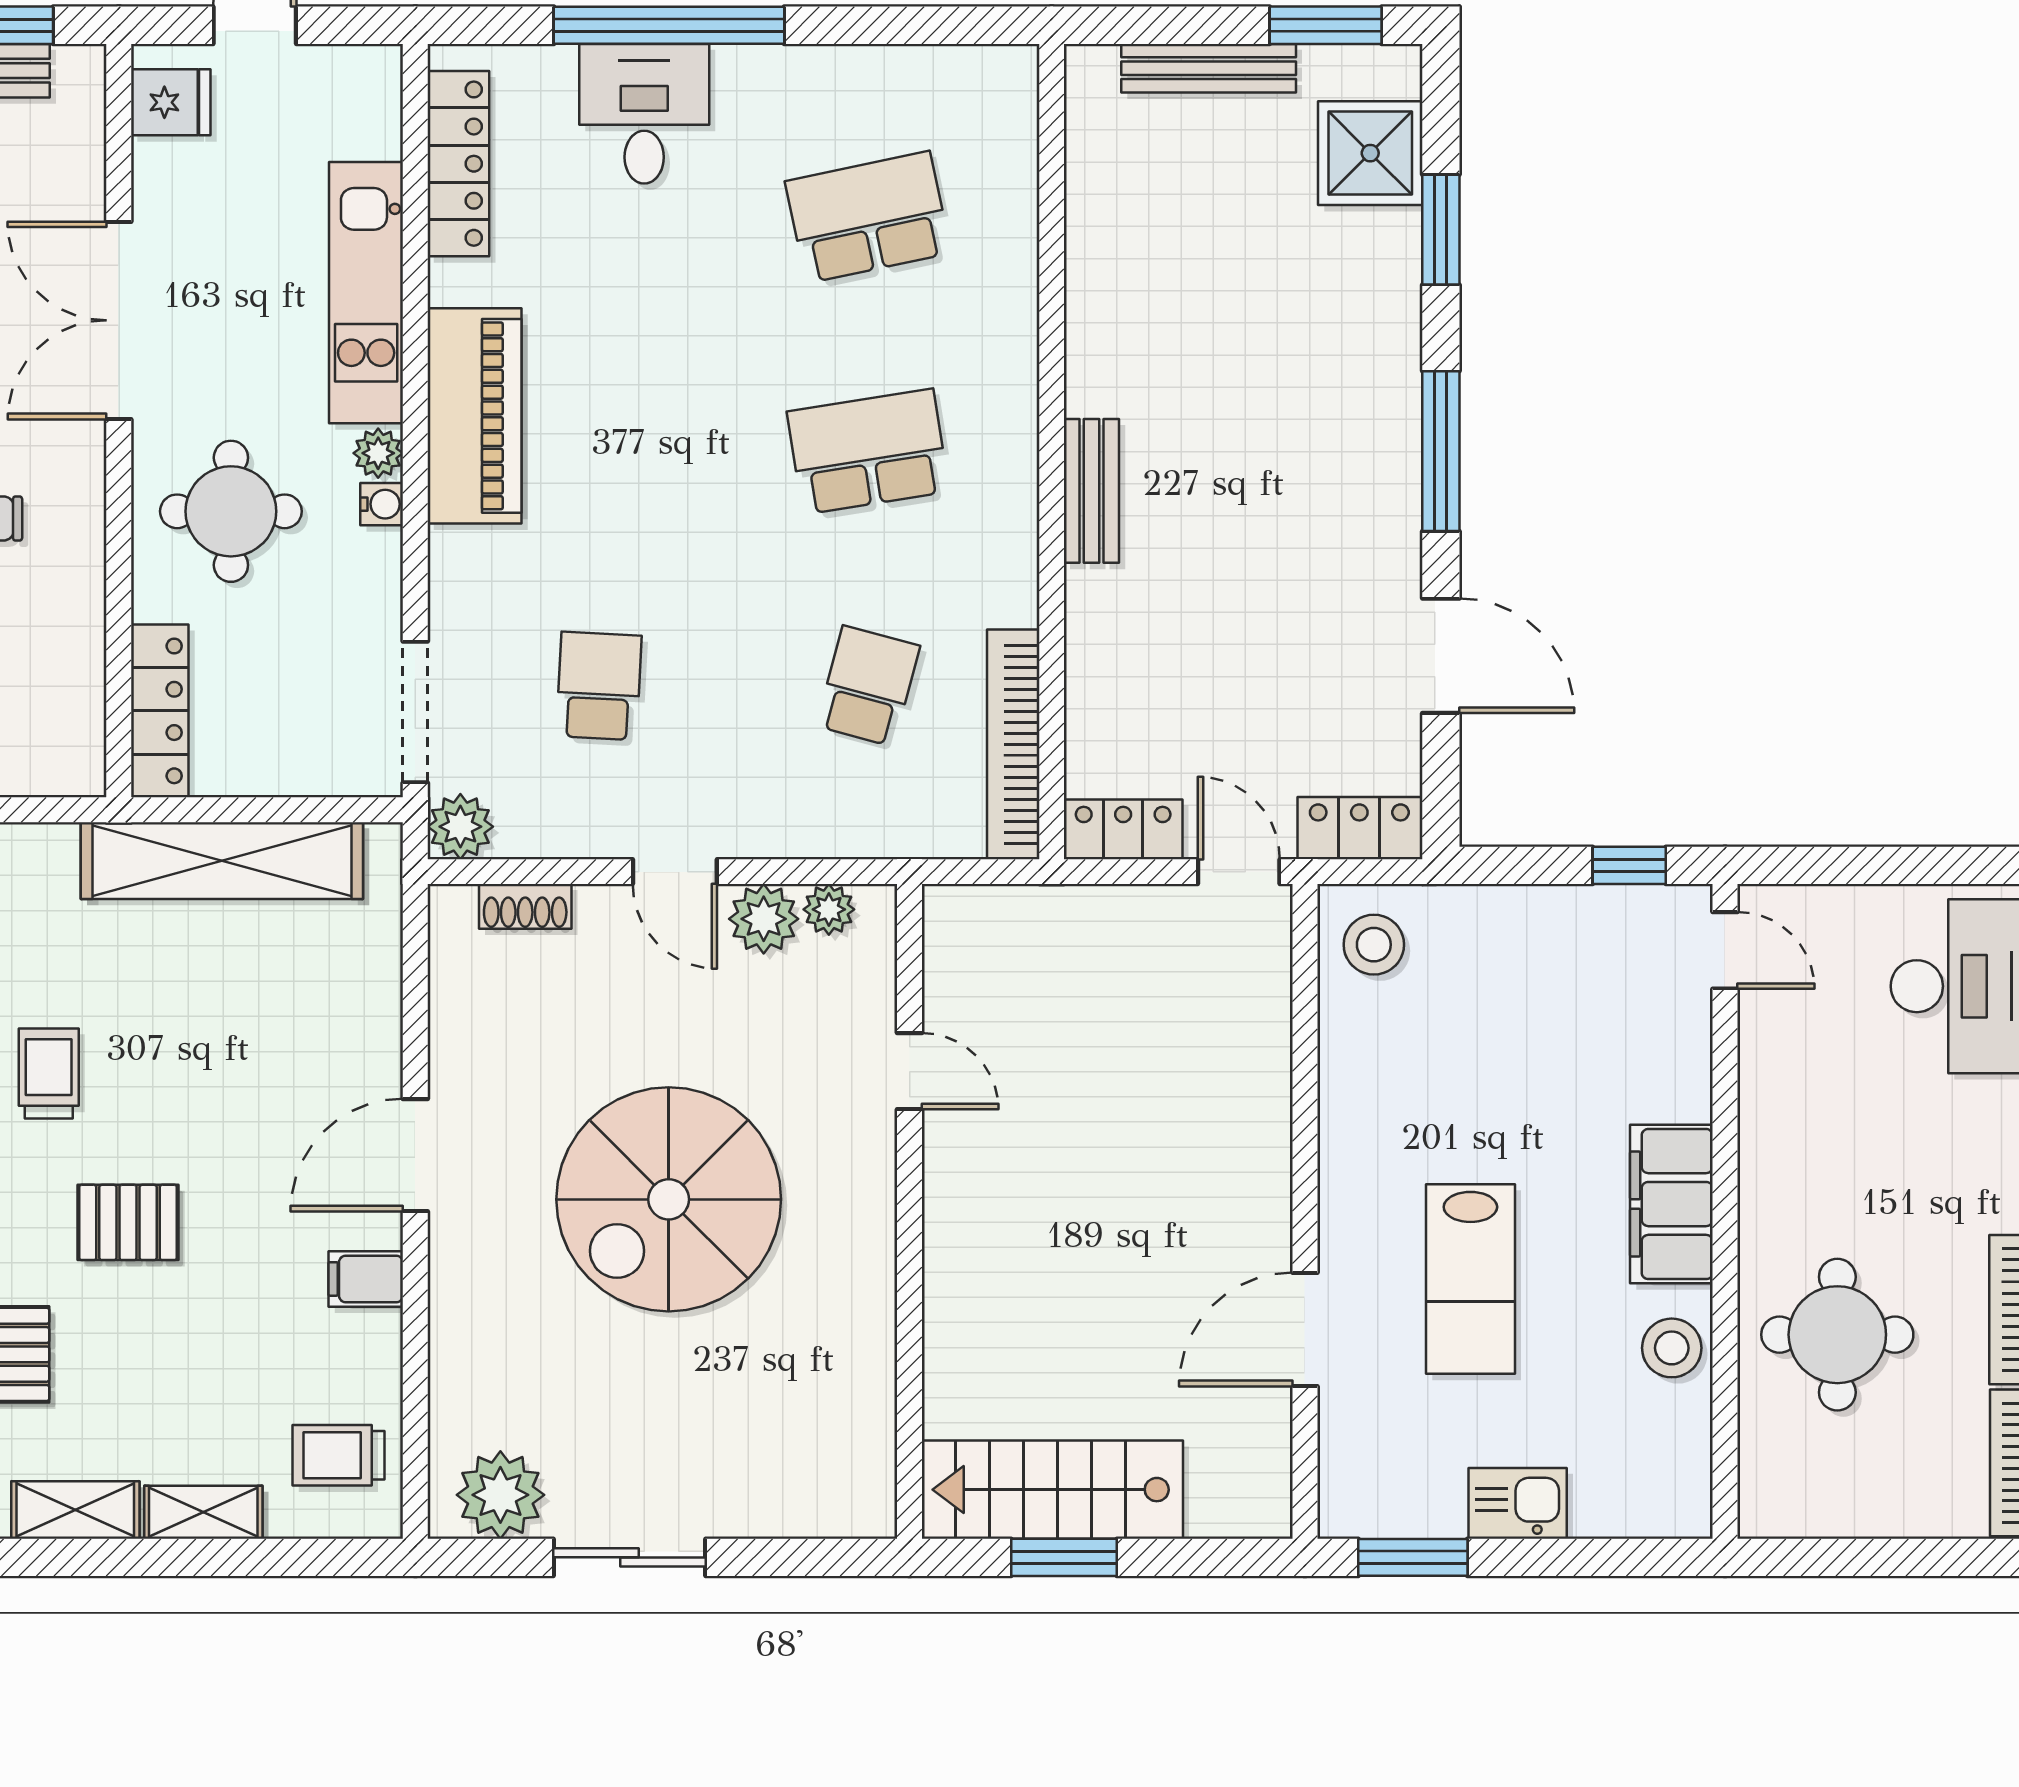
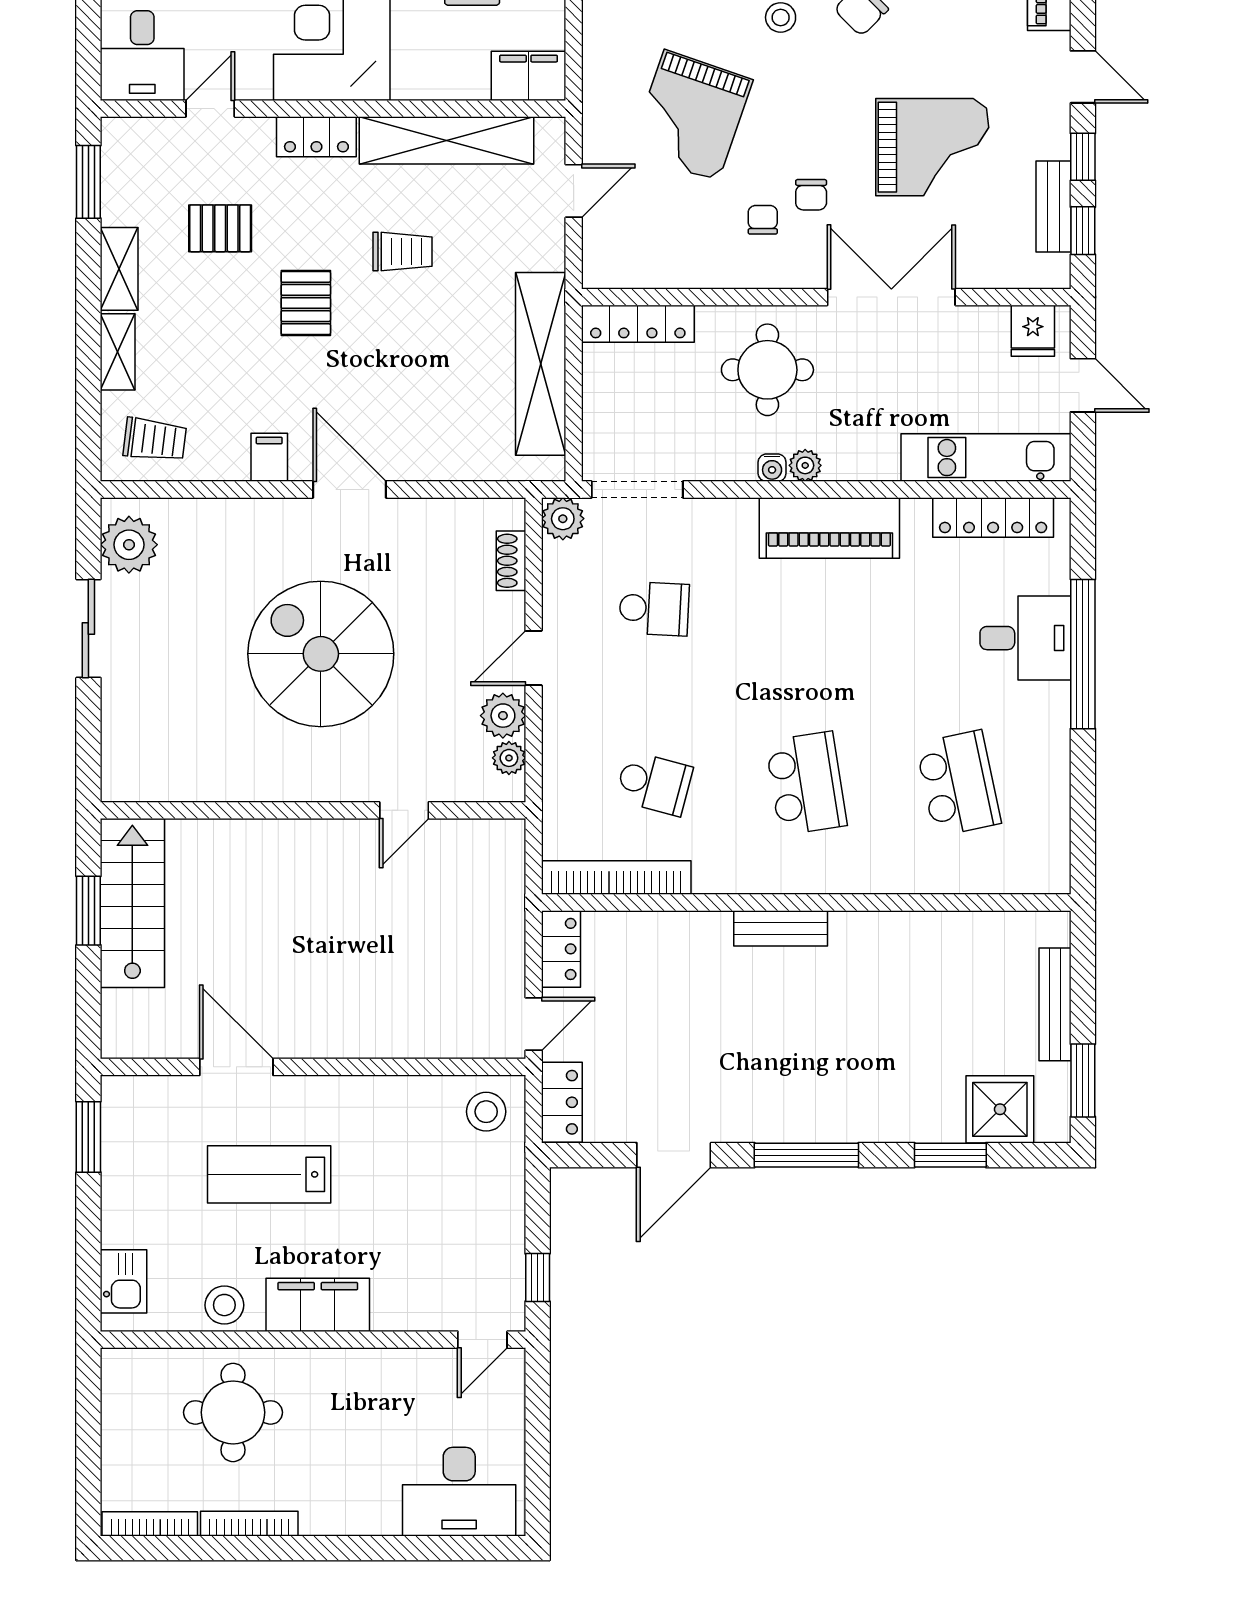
kitchen unit: (366, 293) -> (986, 458), moved
trolley: (339, 1455) -> (155, 440), turned 97
kitchen sink: (1518, 1503) -> (124, 1281), moved

